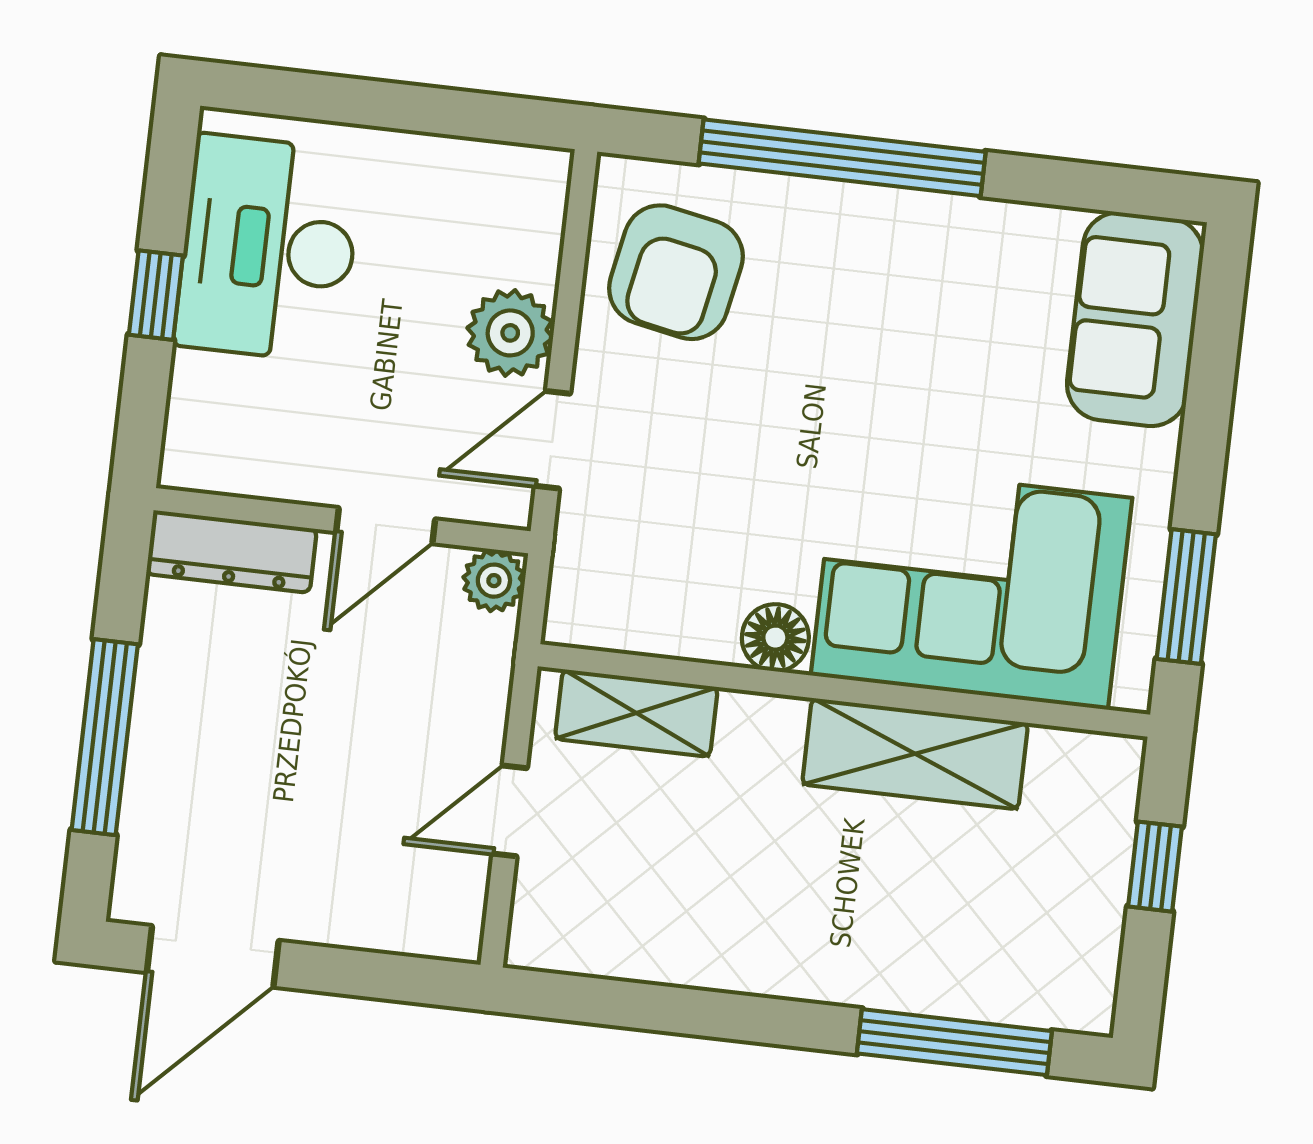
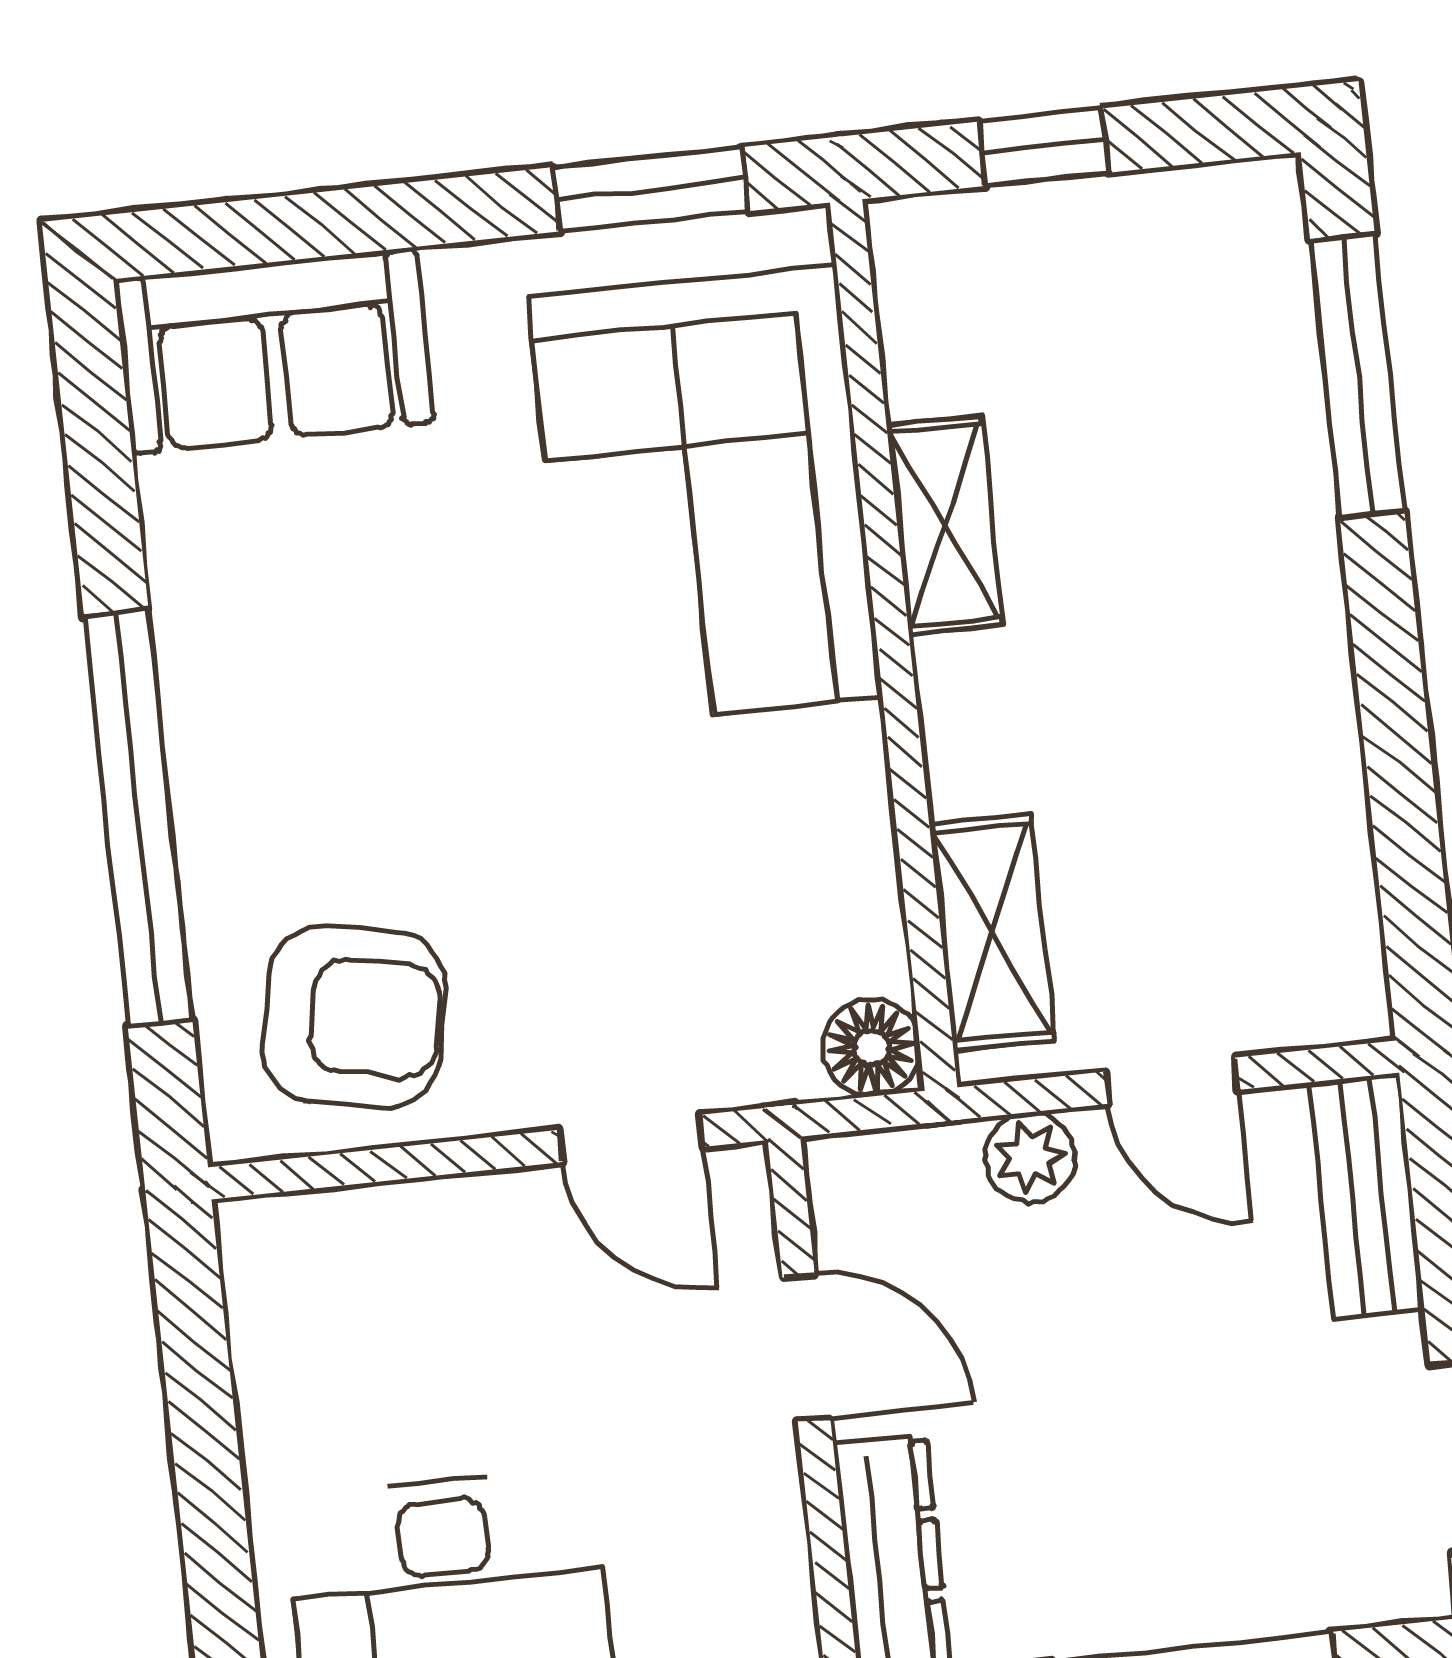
plant: (510, 333) -> (493, 1233), removed
plant: (494, 581) -> (1030, 1157), moved
floor lamp: (775, 638) -> (871, 1047), moved
shelving: (915, 754) -> (945, 525), width x0.67, depth x0.75
bench: (403, 925) -> (1367, 1196), added

